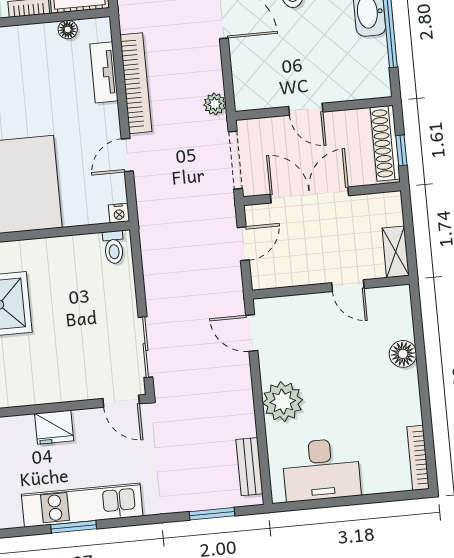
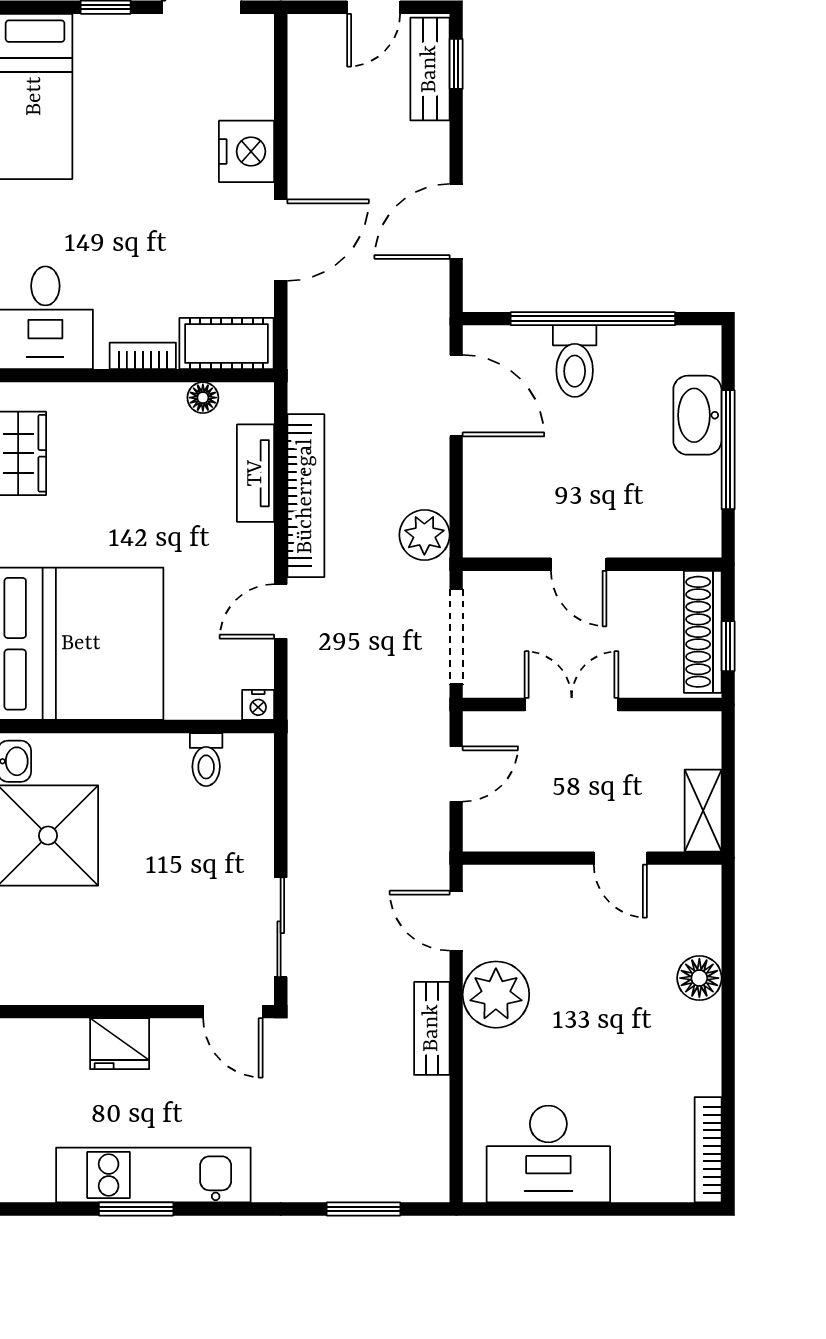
plant: (215, 104) -> (424, 535), width x1.38, depth x1.38
double door: (309, 195) -> (572, 705), width x0.73
toilet: (114, 247) -> (206, 760), moved
plant: (283, 402) -> (496, 995), moved
bench: (249, 467) -> (432, 1028), moved

